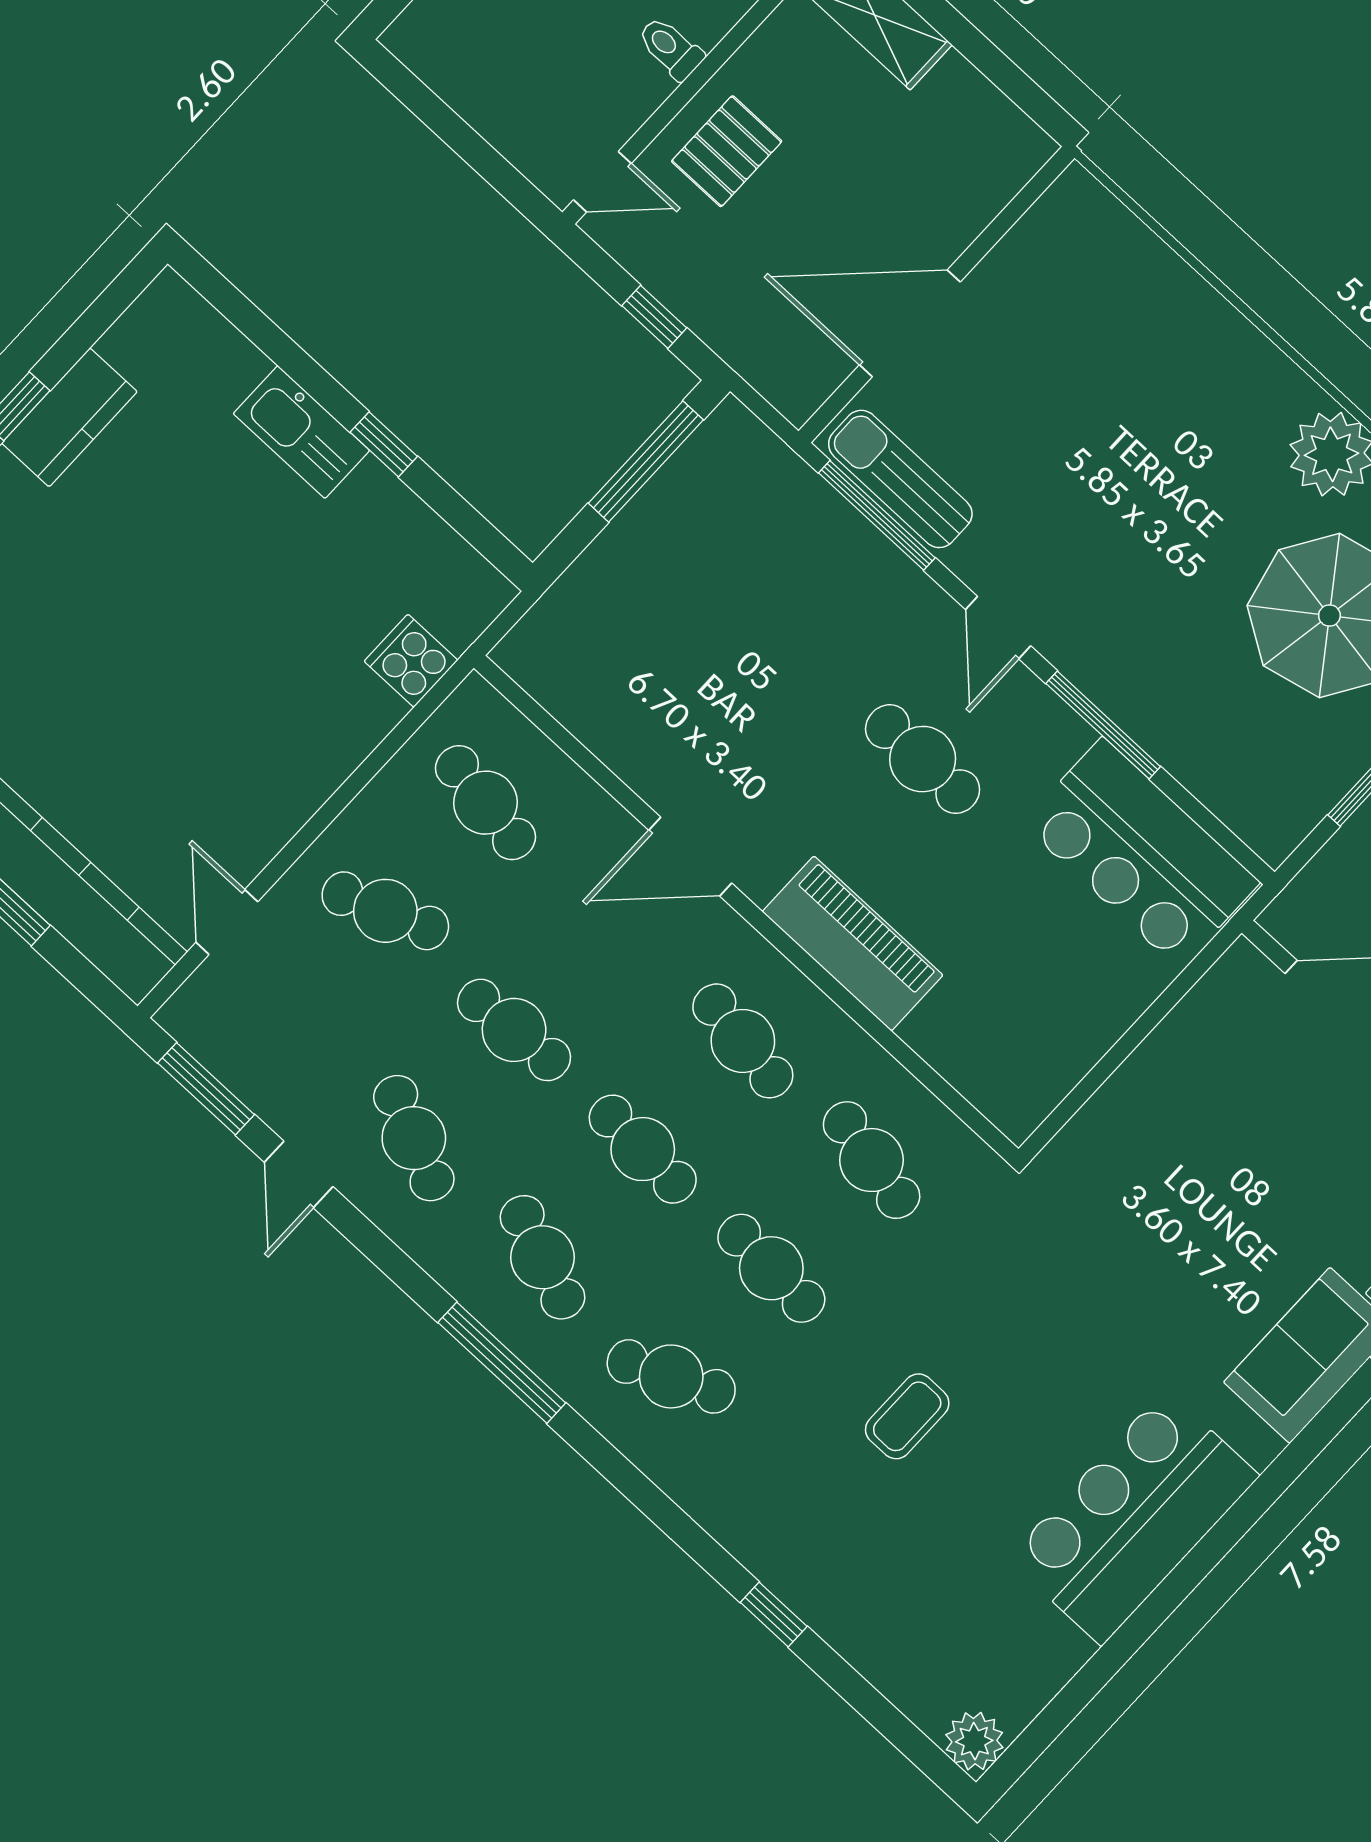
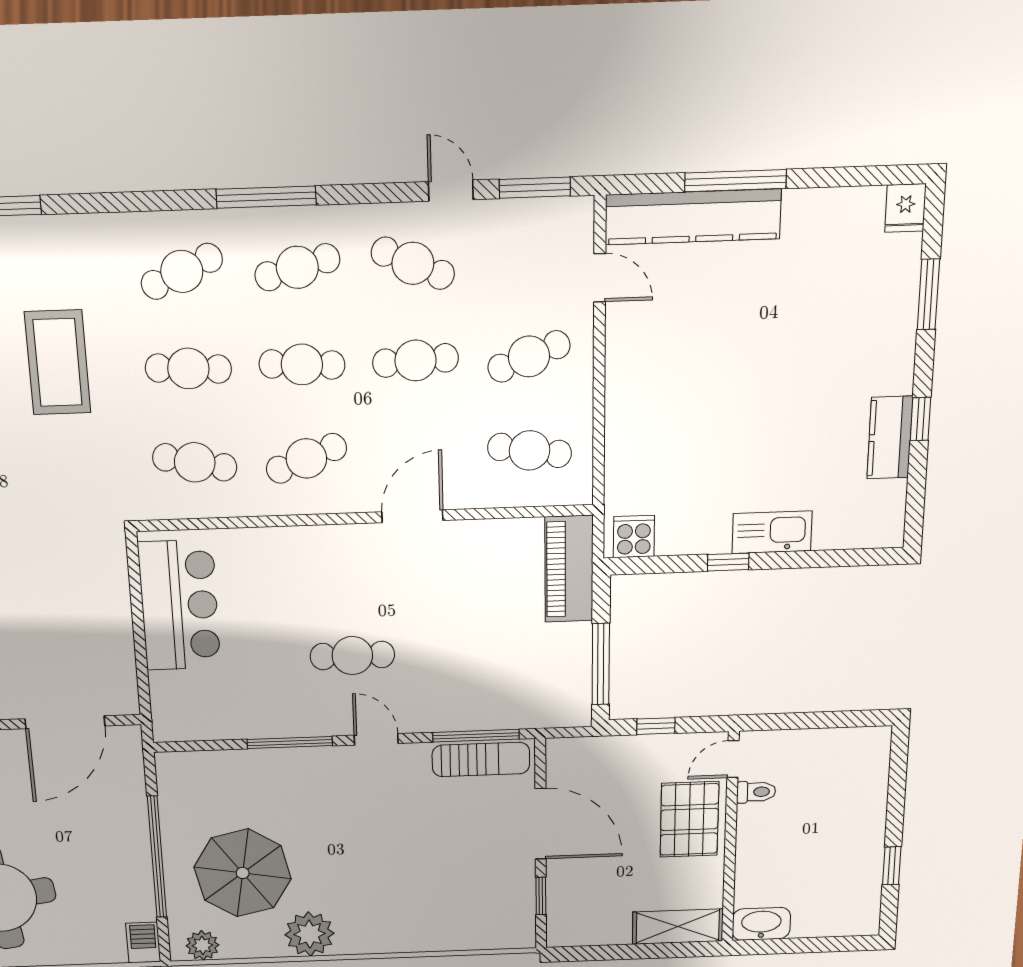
toilet: (671, 48) -> (756, 792), moved
pallet: (727, 151) -> (689, 819), width x1.50, depth x1.42
window: (1001, 225) -> (541, 896), added
door: (910, 323) -> (541, 824), hinge flipped
cooker: (411, 661) -> (634, 537), moved, turned -90
bar counter: (1141, 853) -> (179, 605), moved, turned 90
piano: (853, 943) -> (569, 569), moved, turned 90
cafe table: (743, 1041) -> (306, 458), turned -30
cafe table: (543, 1257) -> (297, 267), turned -36
coffee table: (907, 1416) -> (58, 363), width x1.86, depth x1.72

